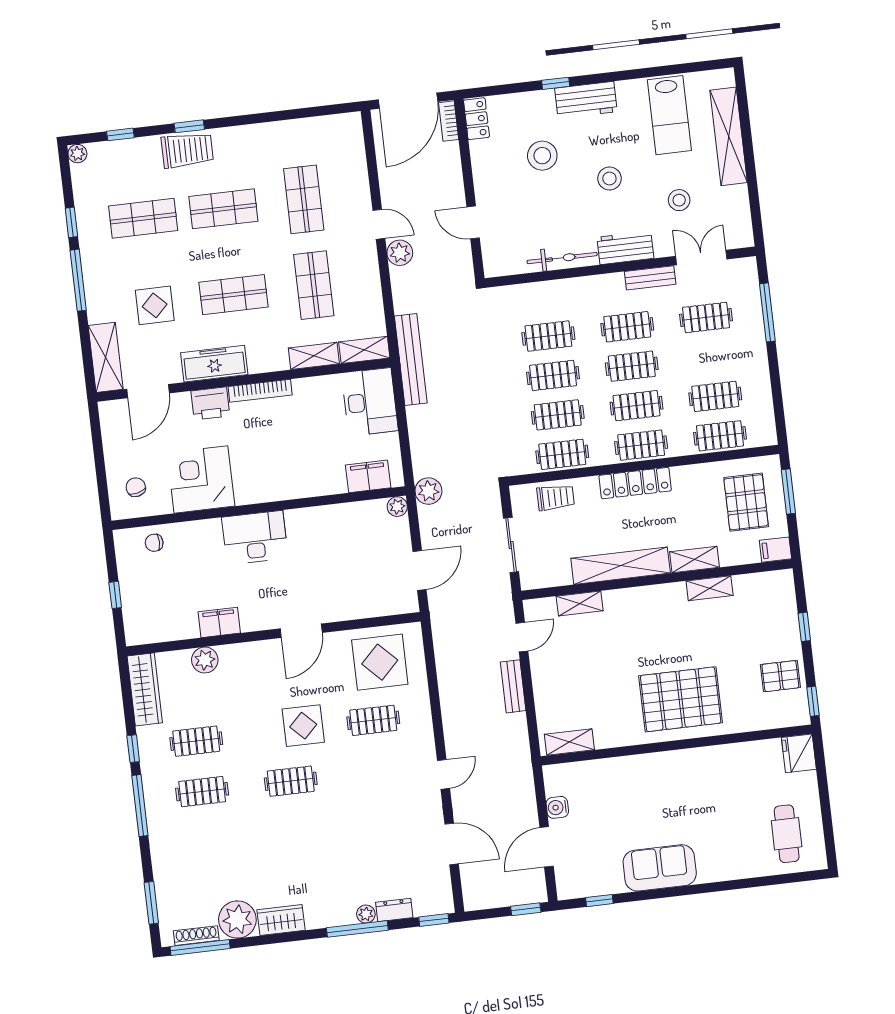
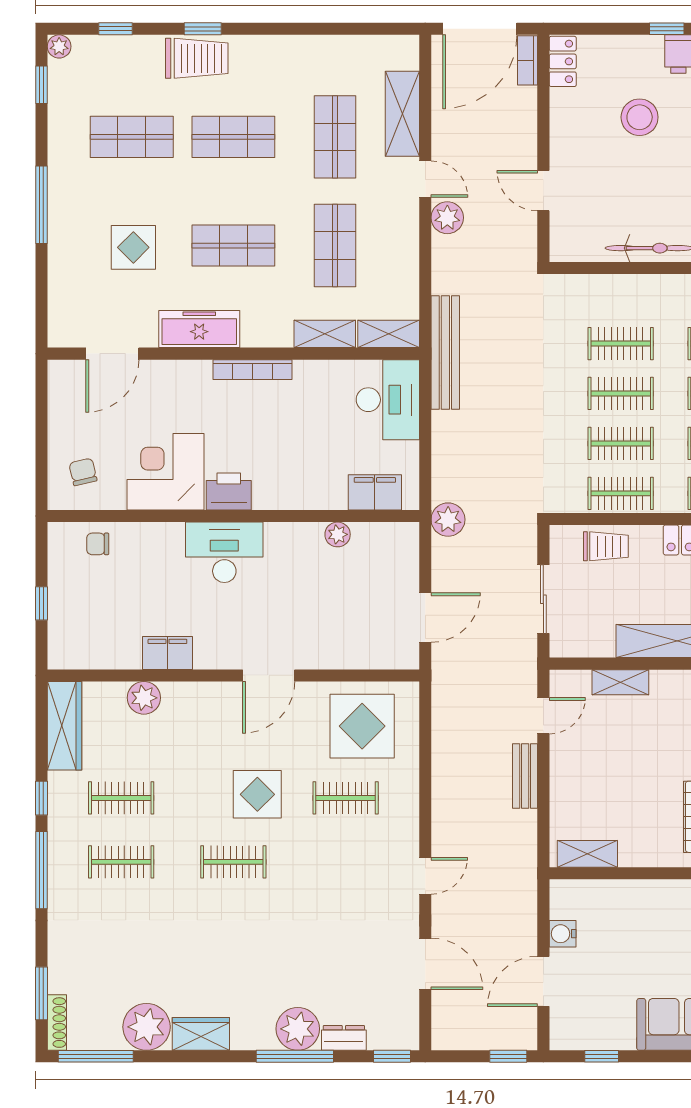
window: (71, 222) -> (41, 85), moved
shelving: (106, 357) -> (402, 114), moved
printer: (210, 403) -> (229, 492), moved, turned 180
plant: (397, 507) -> (338, 534), moved
plant: (366, 914) -> (298, 1029), width x1.87, depth x1.87
shoe rack: (196, 936) -> (57, 1023), moved, turned 90

